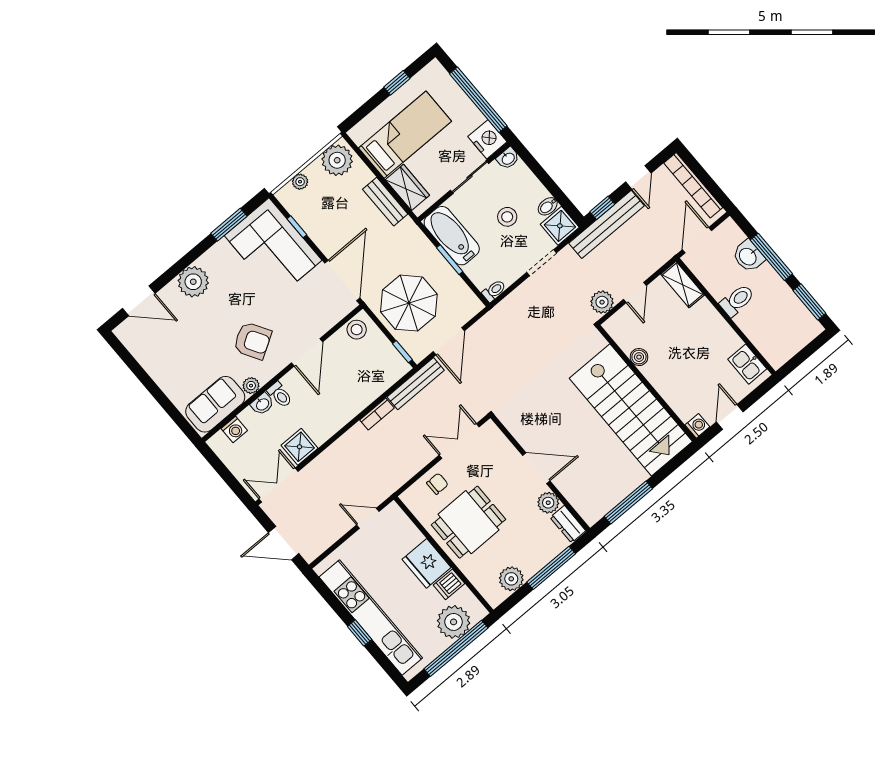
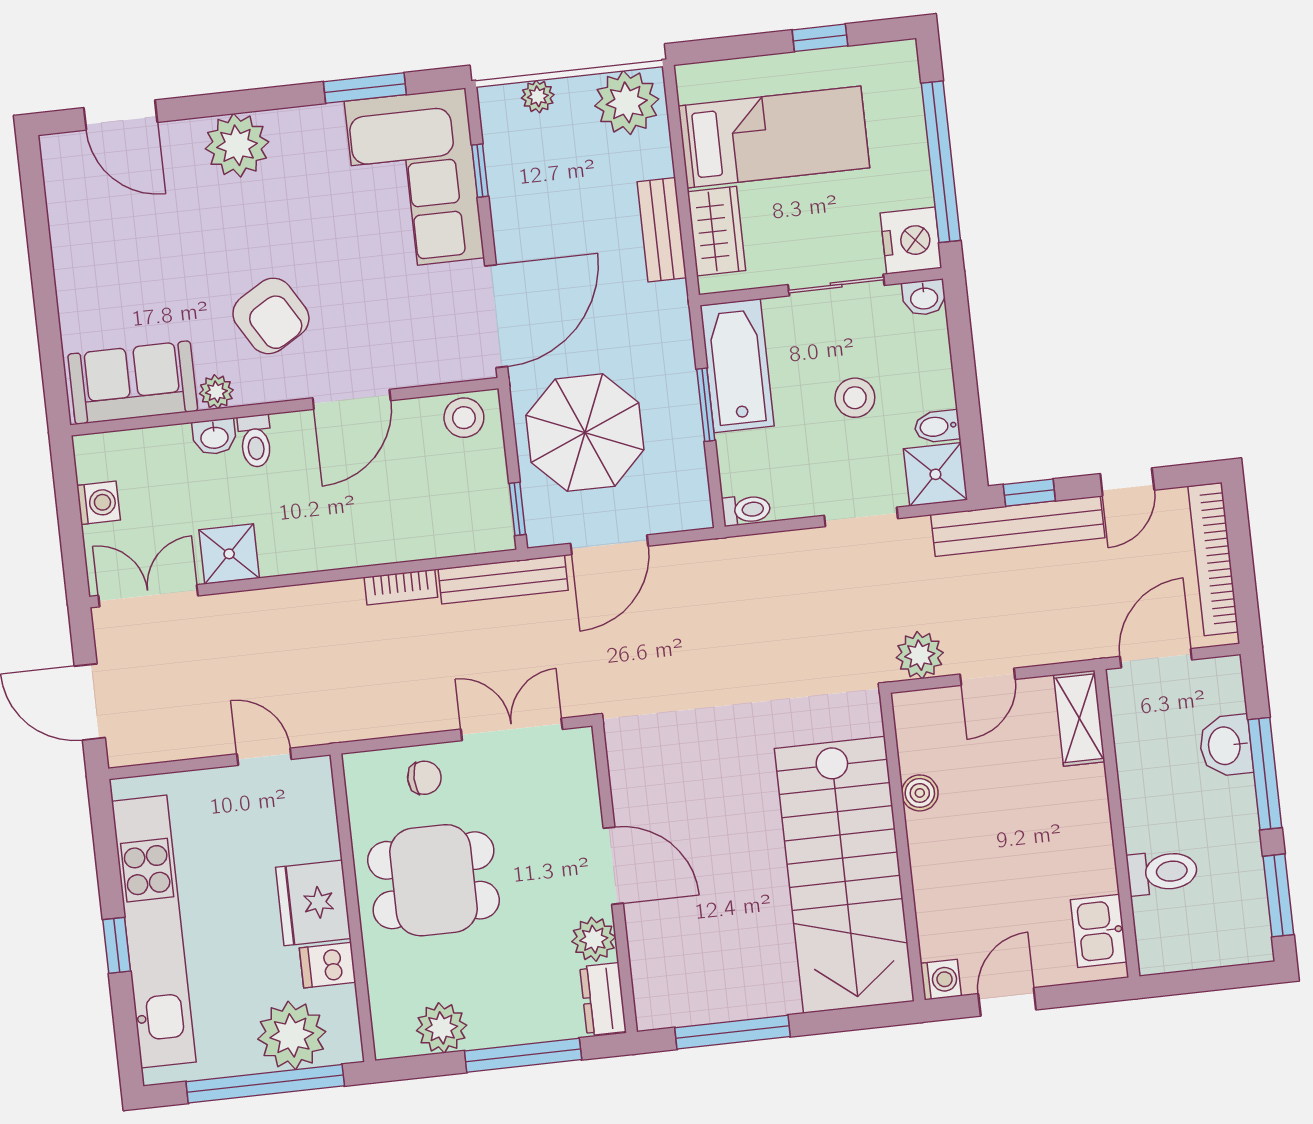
toilet: (737, 300) -> (1162, 872), moved
washing machine: (234, 429) -> (98, 503), moved, turned -90

